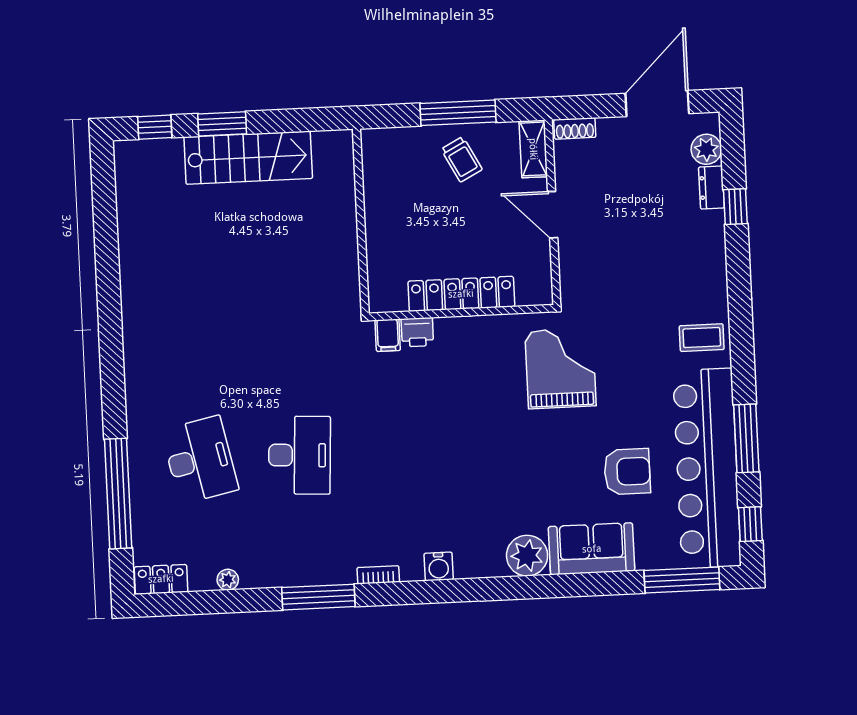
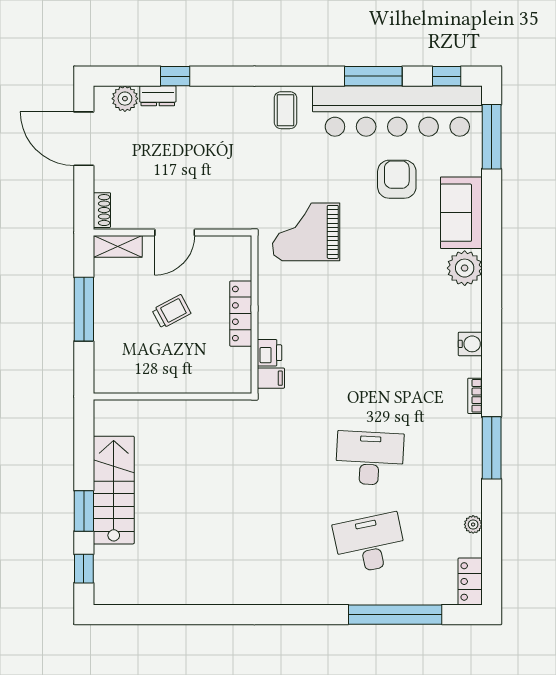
trolley: (462, 159) -> (171, 312), moved
locker: (461, 294) -> (241, 314), width x0.71, depth x0.83

